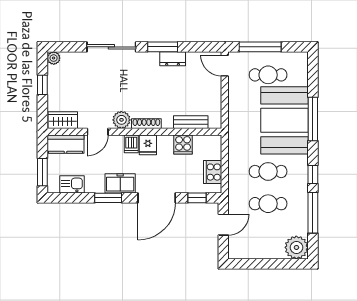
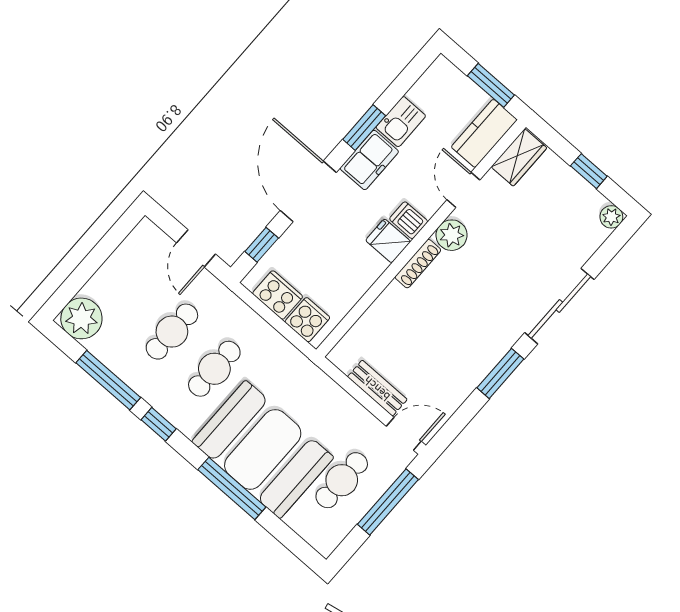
dresser: (173, 59) -> (473, 373), removed
bench: (191, 122) -> (377, 388), moved, turned 90
cooker: (183, 145) -> (307, 320), moved, turned 90
window: (42, 172) -> (491, 85), moved
kitchen sink: (72, 184) -> (401, 122), moved

